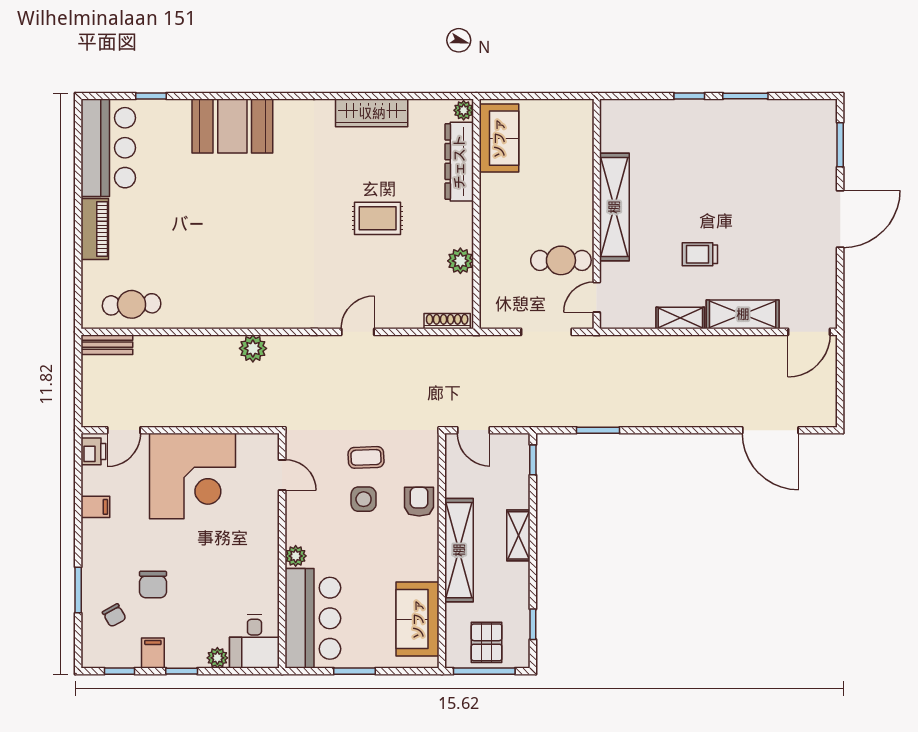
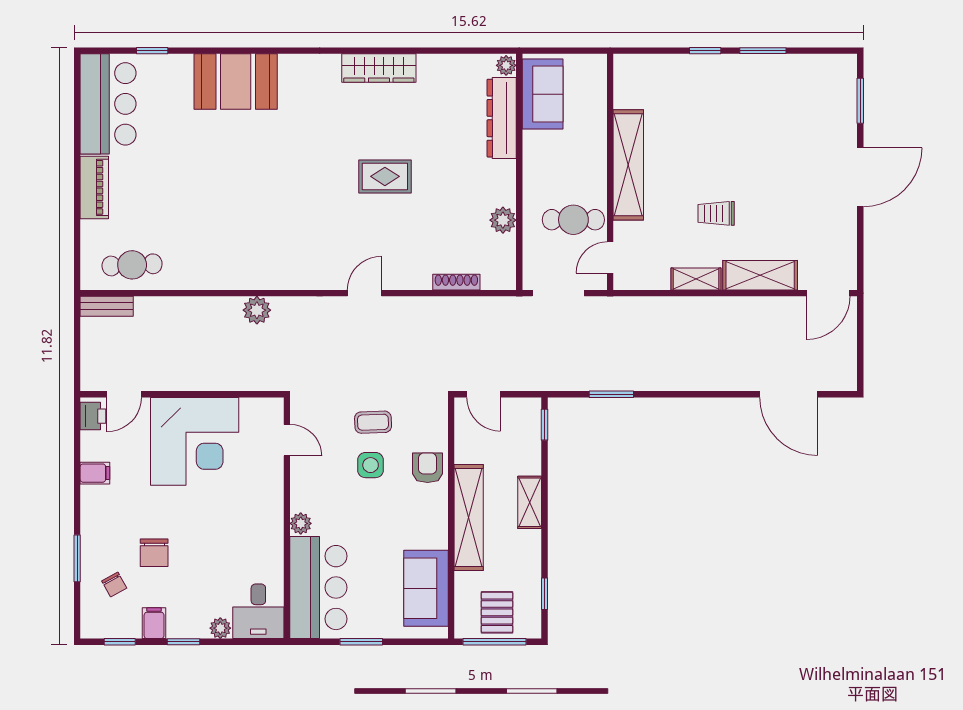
plant: (464, 110) -> (506, 65), moved
sofa: (499, 138) -> (543, 94), moved
dresser: (459, 162) -> (502, 118), moved
wall: (476, 214) -> (519, 172), moved
plant: (460, 261) -> (503, 220), moved

